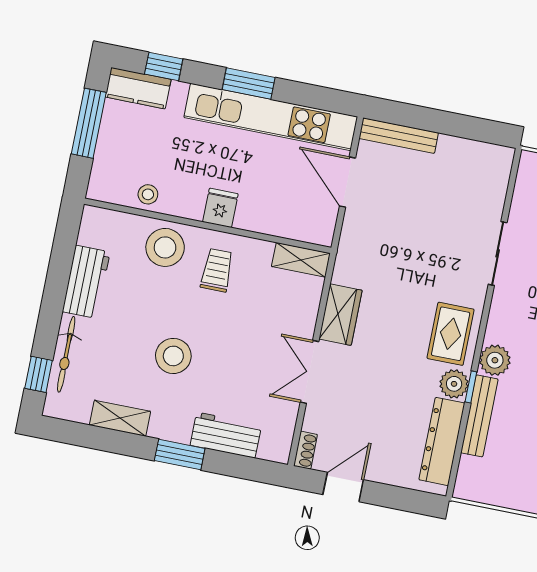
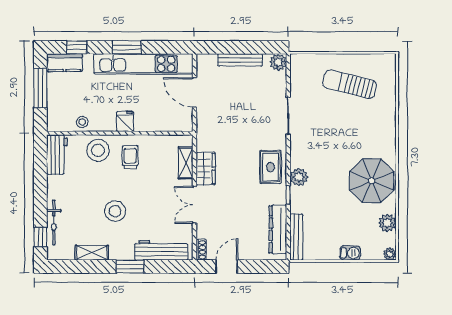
bench: (399, 136) -> (240, 60), moved
shelving: (301, 260) -> (186, 163), moved, turned 90
workbench: (86, 282) -> (57, 155), moved
plant: (454, 384) -> (278, 62), moved
bench: (479, 416) -> (296, 237), moved
workbench: (226, 435) -> (161, 250), width x1.38

